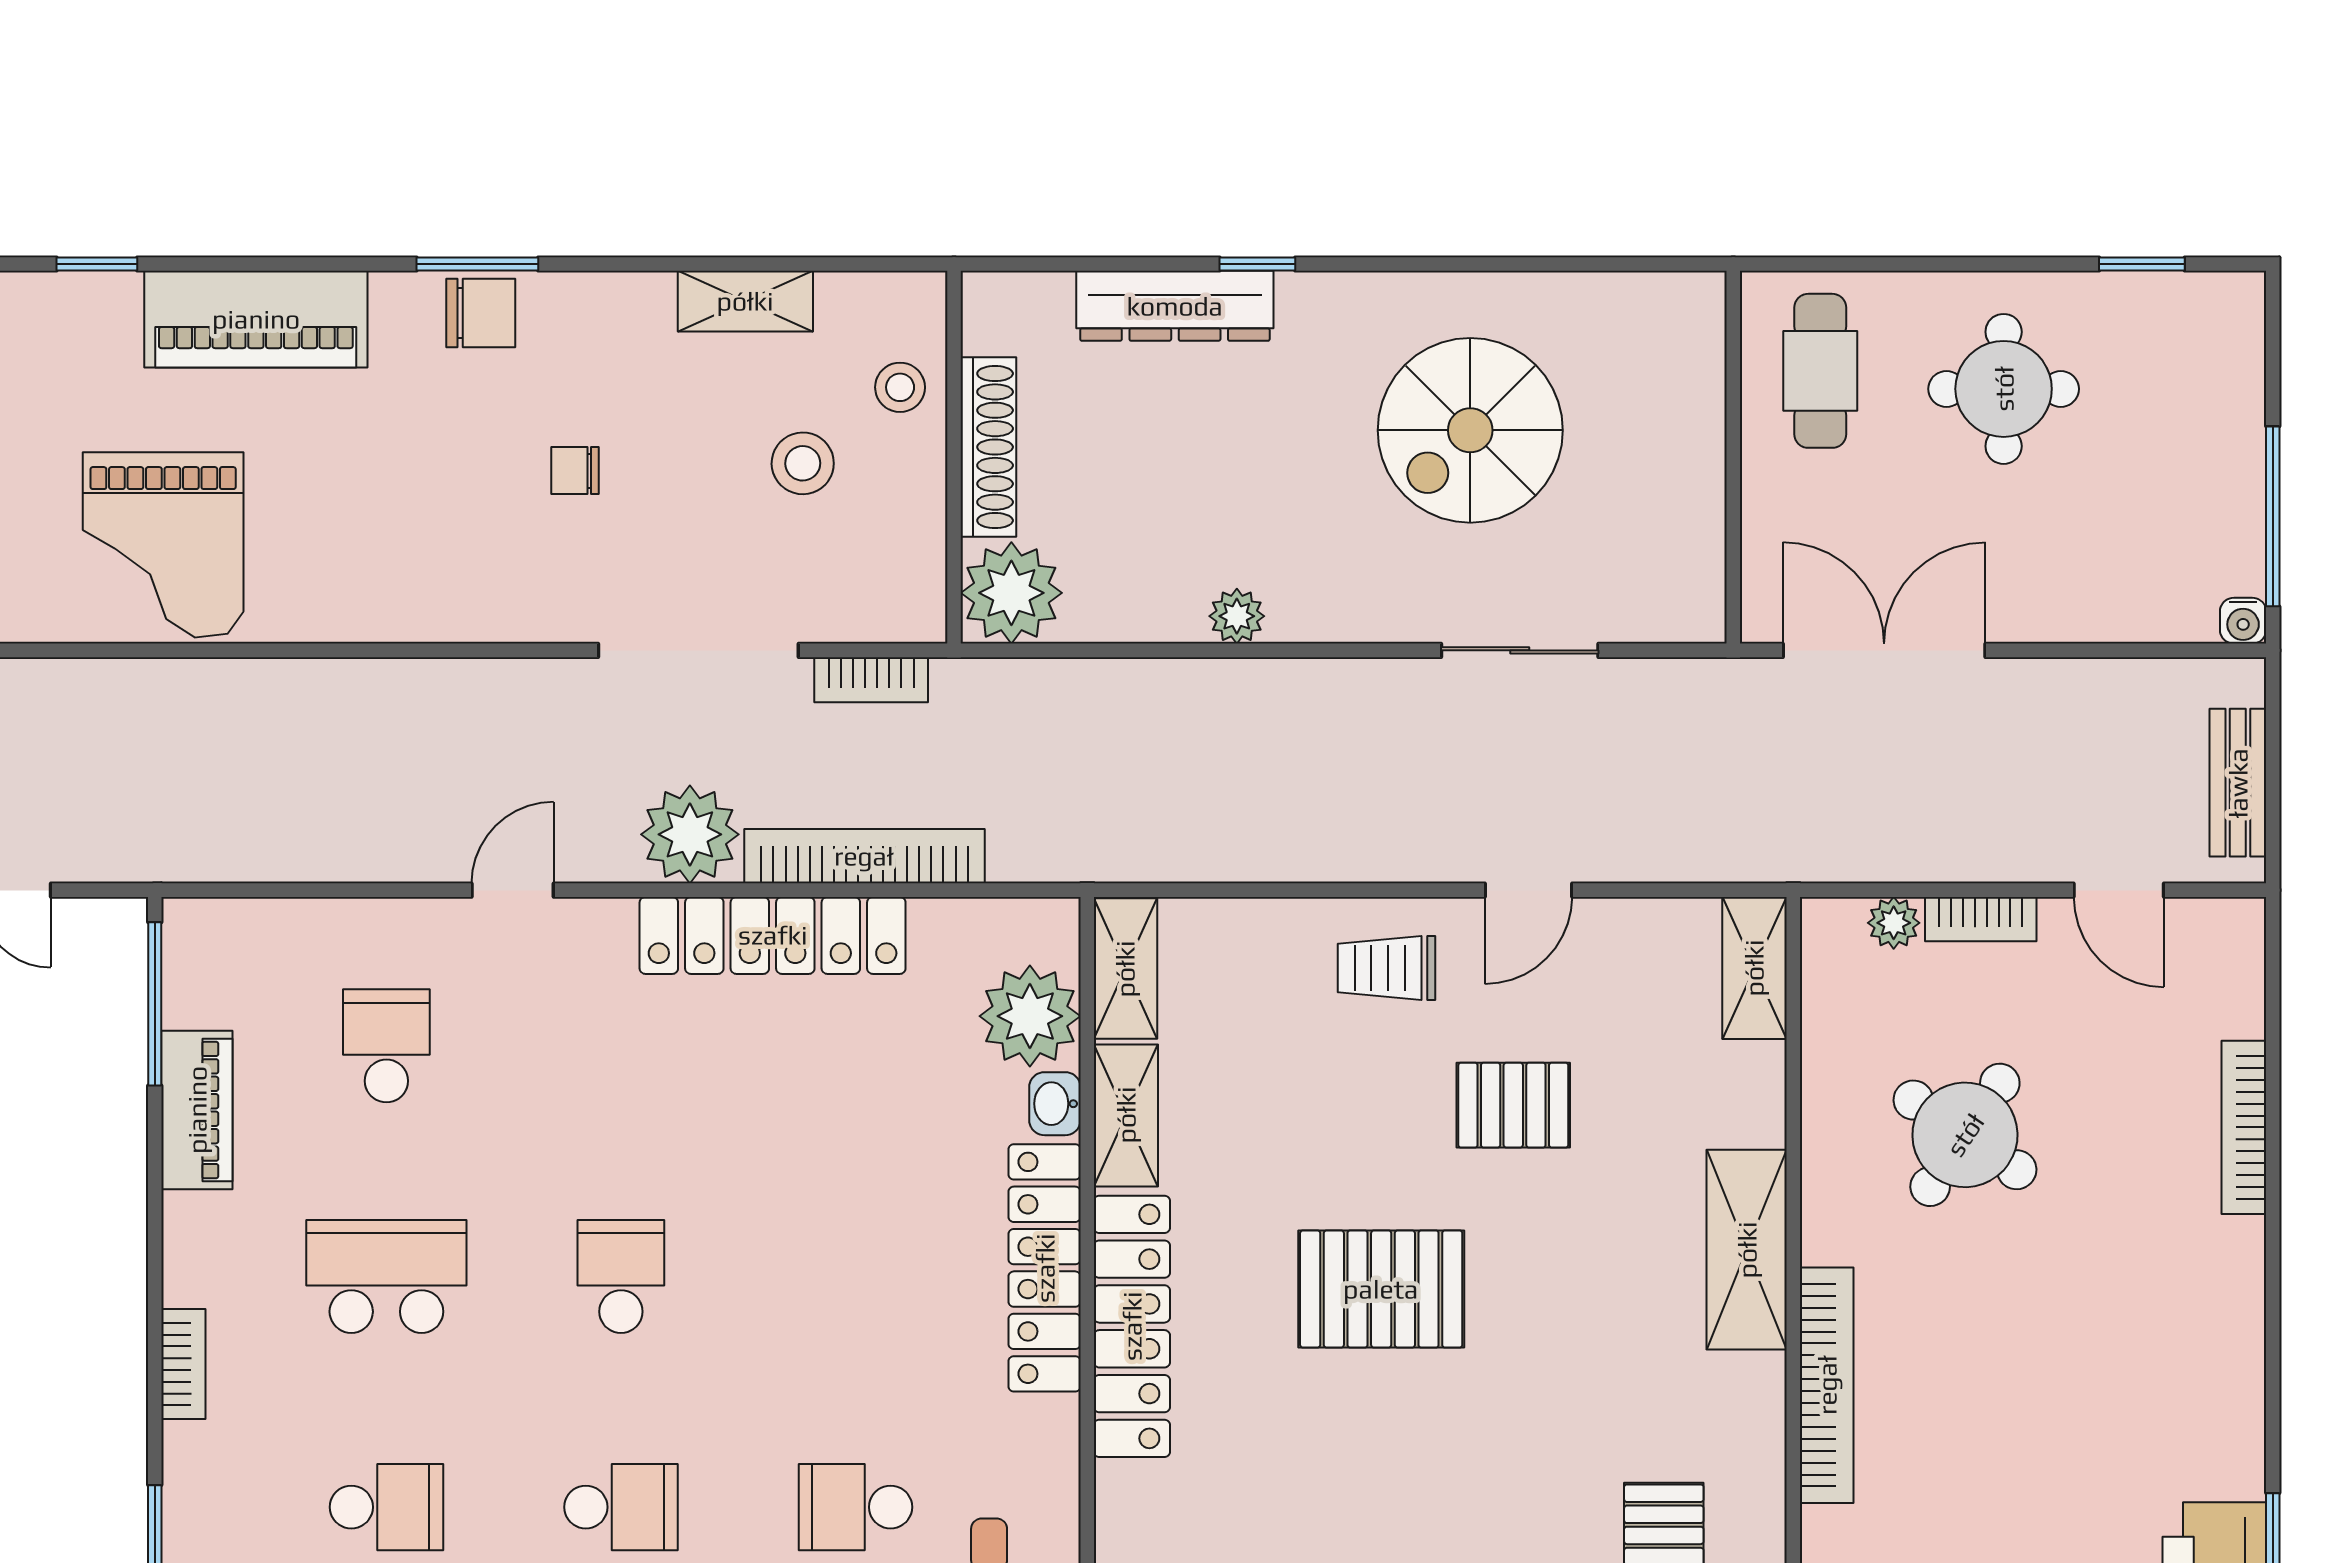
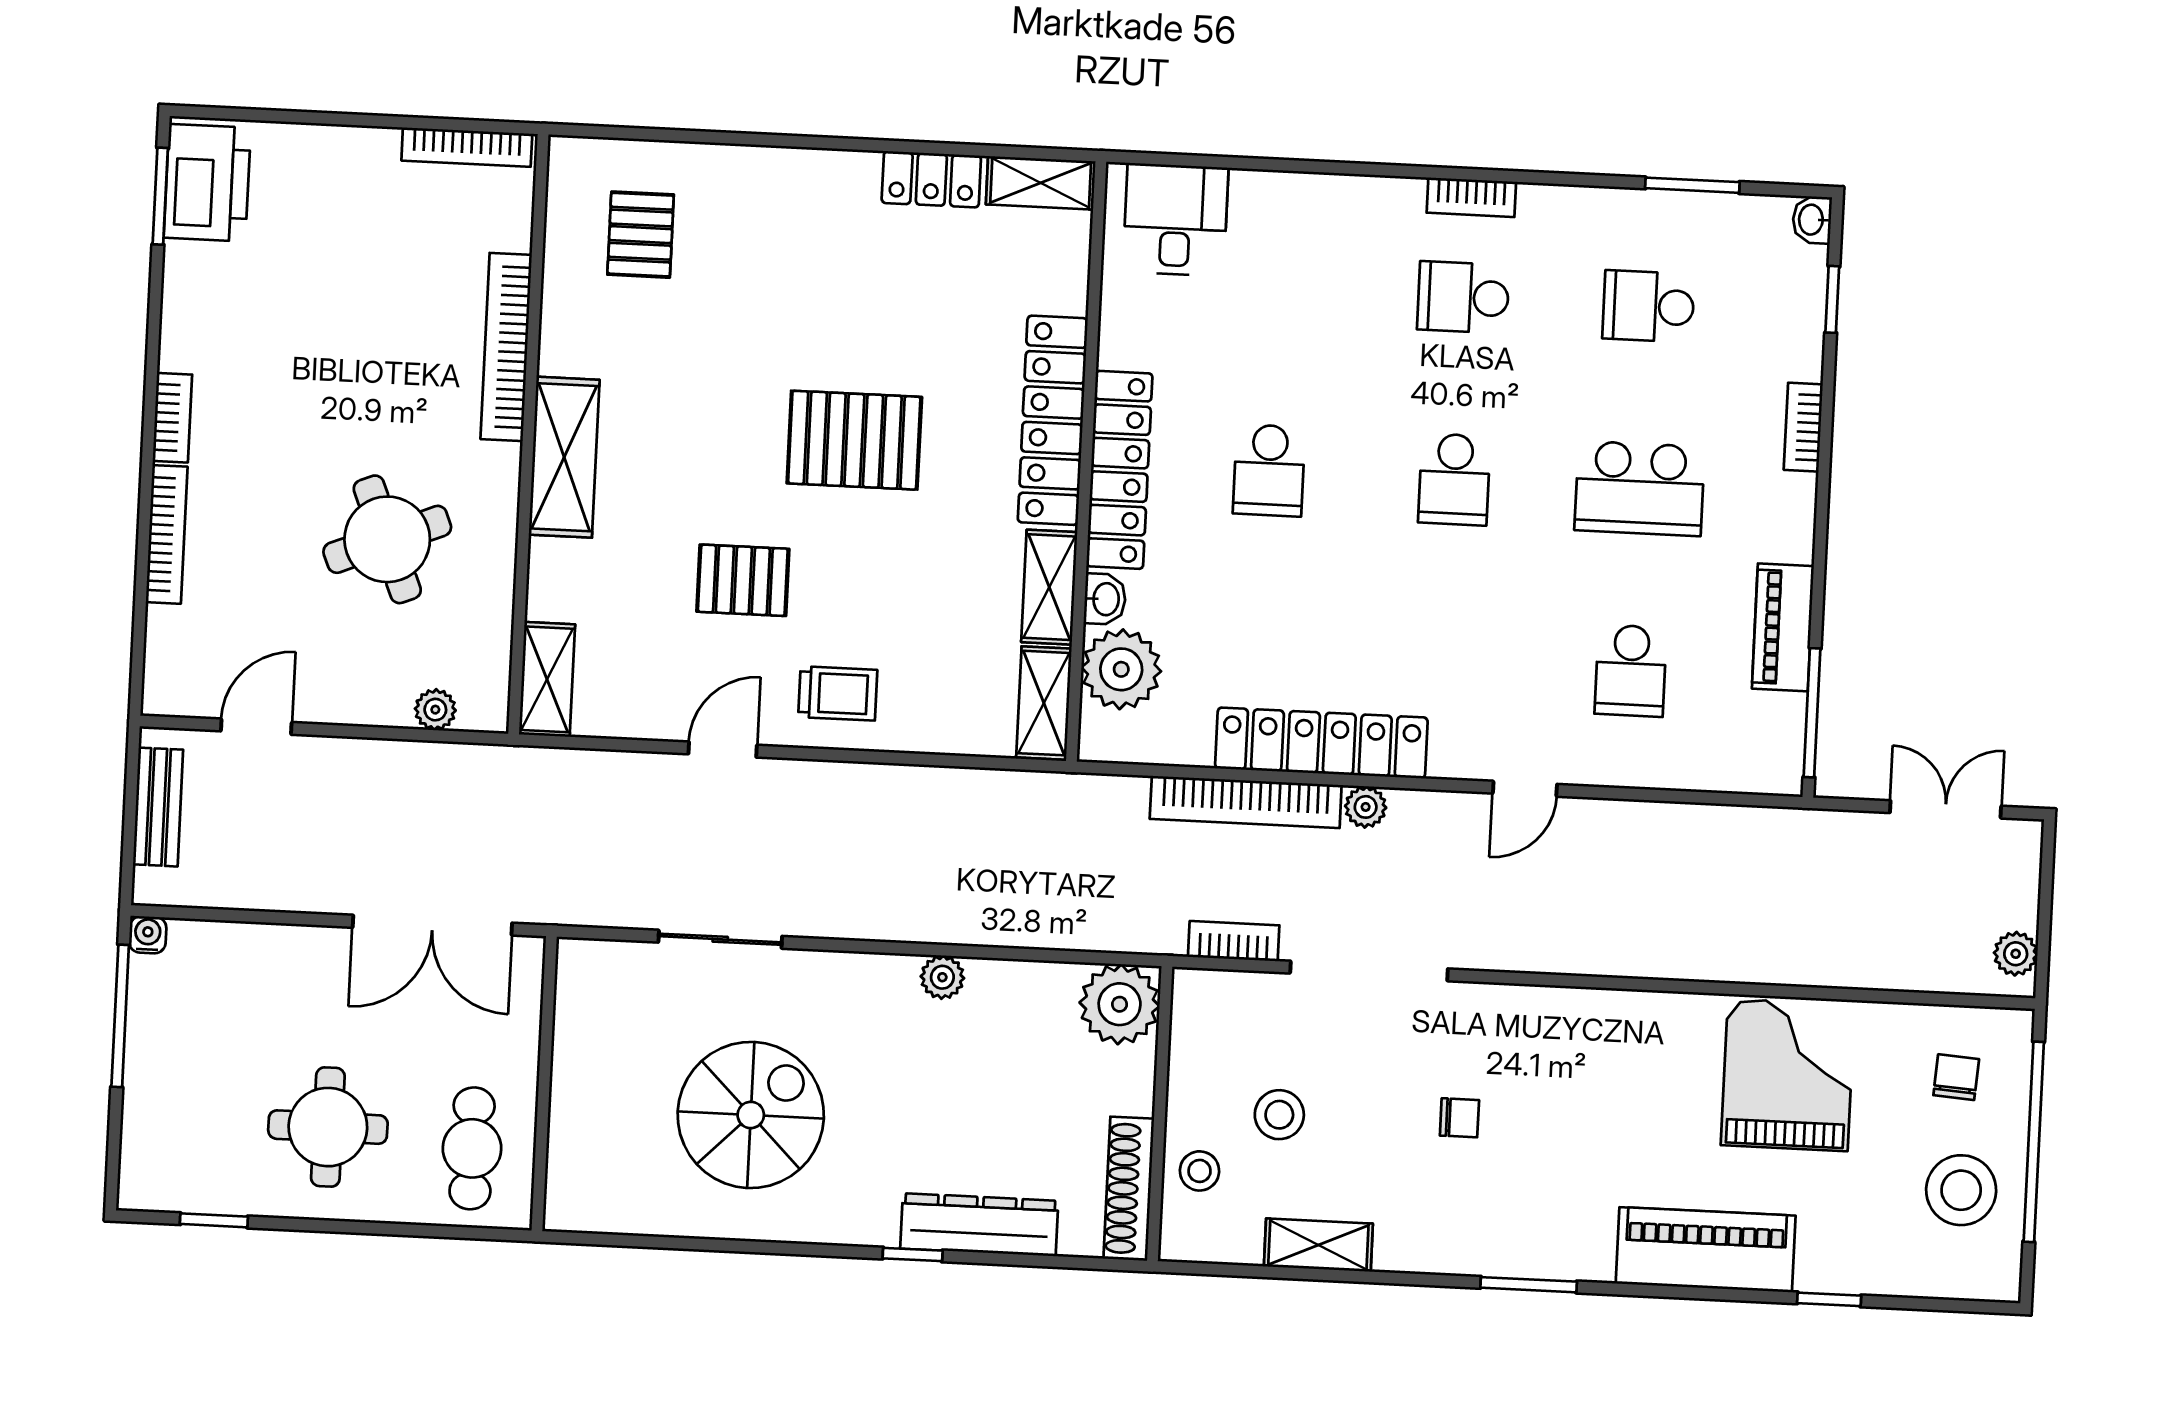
chair: (481, 313) -> (1528, 1246), removed
shoe rack: (988, 447) -> (1129, 1189), moved
plant: (690, 834) -> (1366, 807), width x0.53, depth x0.53
door: (2119, 890) -> (256, 727), hinge flipped
bookcase: (1981, 919) -> (172, 418), moved, turned 90
round table: (1965, 1135) -> (387, 539), turned 34
school desk: (855, 1507) -> (1269, 470), moved, turned 90

